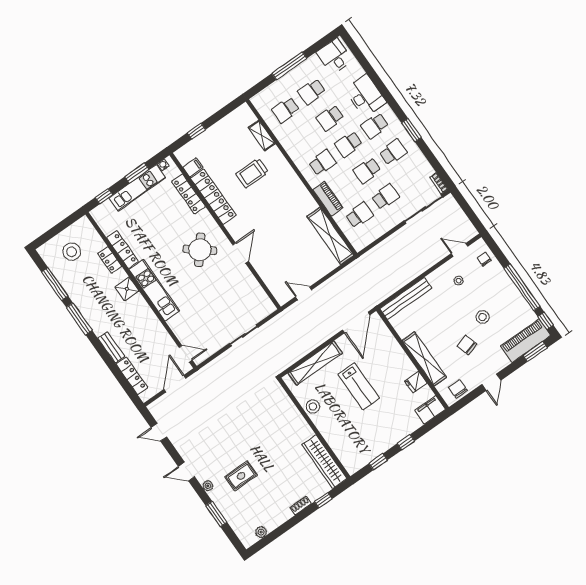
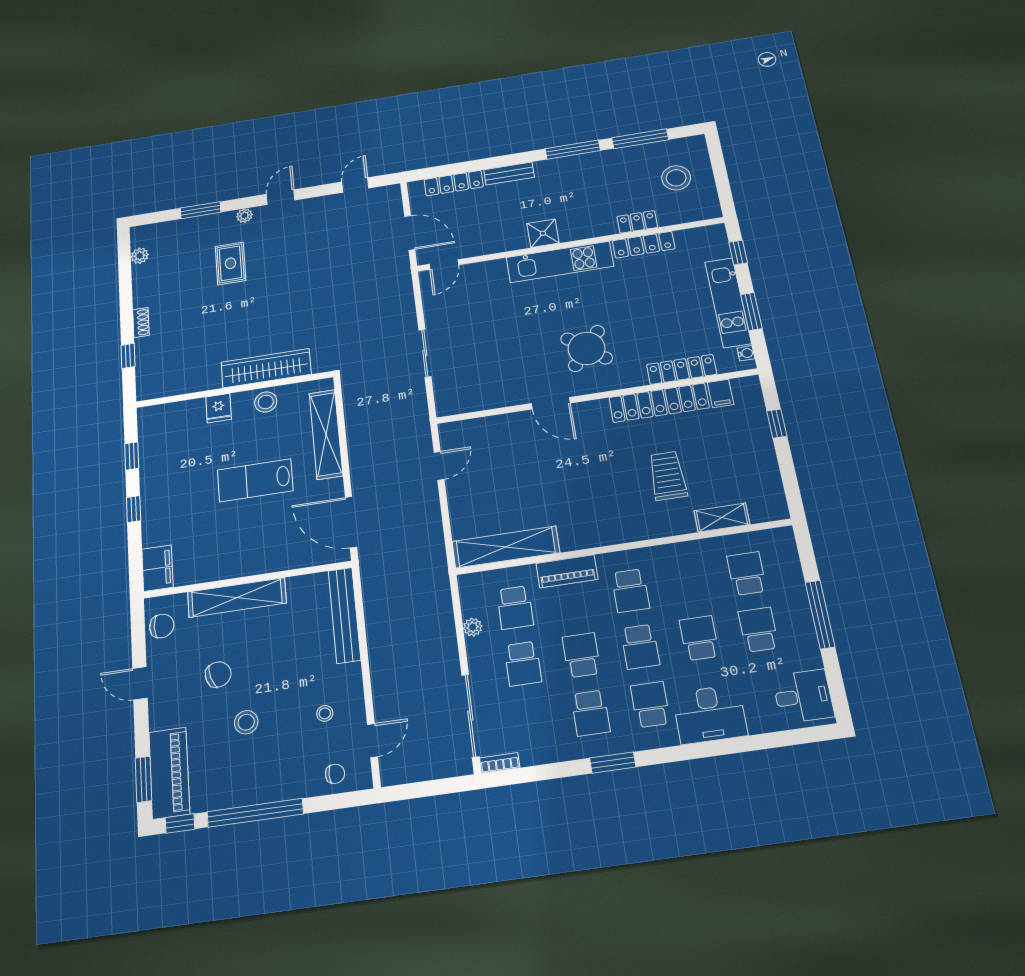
school desk: (349, 144) -> (640, 647), turned 180
plant: (380, 231) -> (473, 627), added
shower: (127, 289) -> (543, 233), moved
fridge: (416, 382) -> (219, 408), moved, turned 180
wardrobe: (324, 462) -> (266, 368), moved

